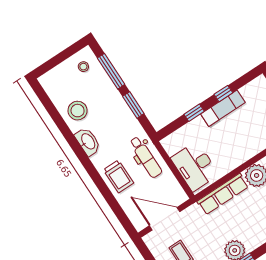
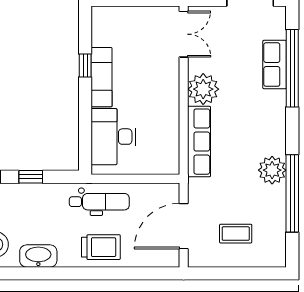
window: (133, 105) -> (31, 177), width x0.67
window: (194, 113) -> (85, 113), removed
desk: (195, 166) -> (113, 137), moved, turned 90

